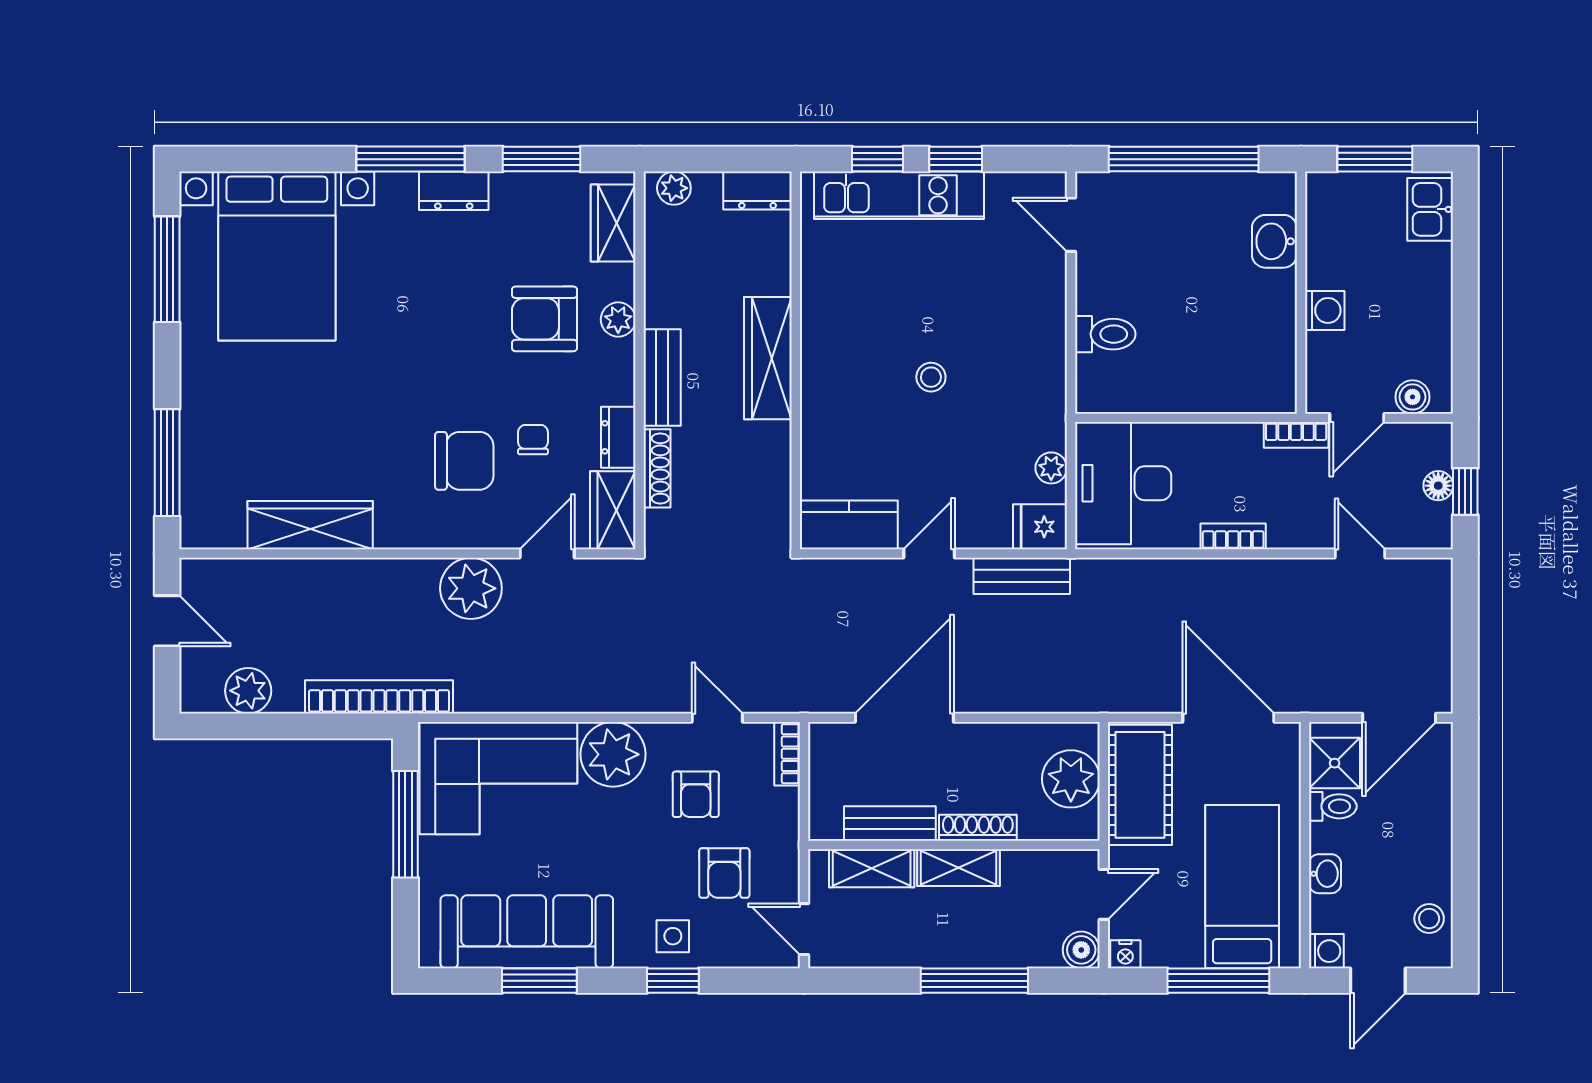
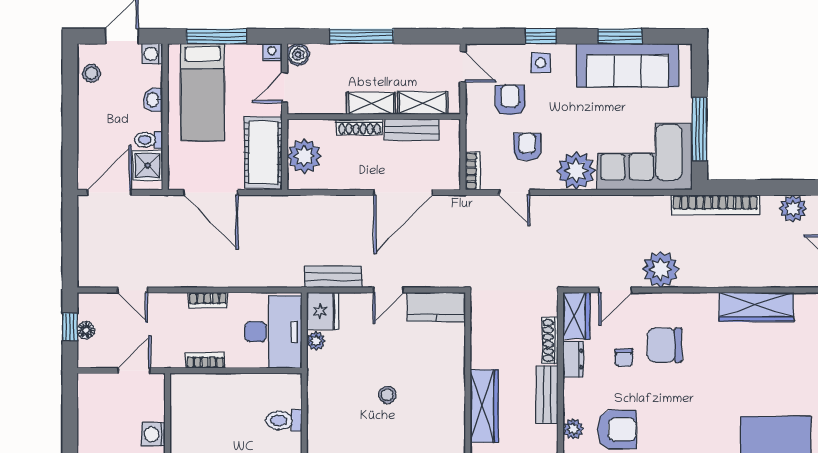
boiler: (1413, 397) -> (101, 383), removed
bookcase: (1296, 435) -> (205, 360), moved
fridge: (1040, 527) -> (323, 311), width x1.38

